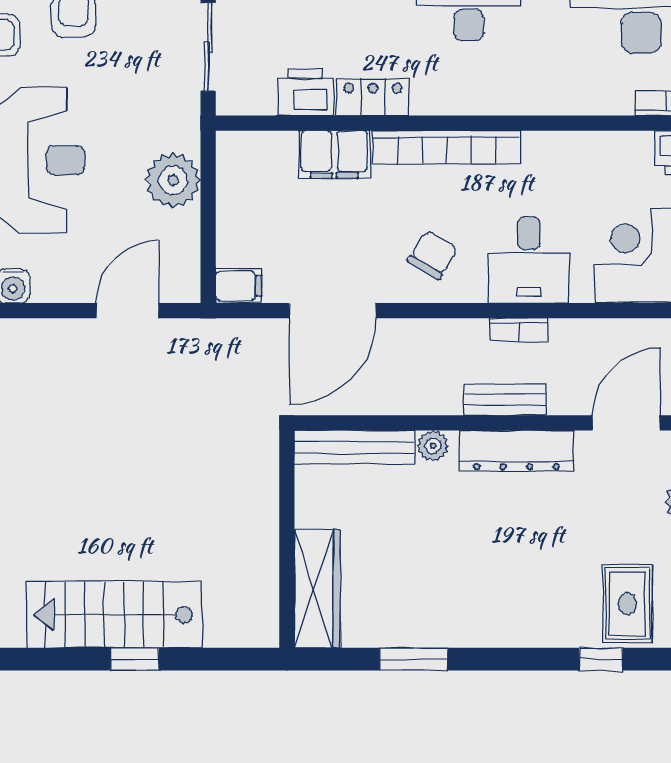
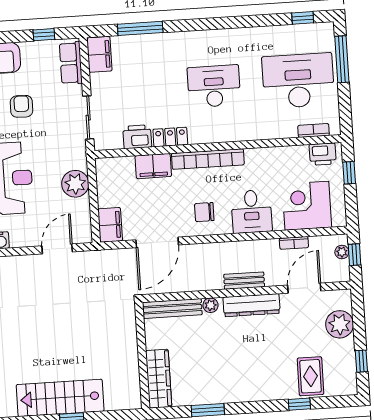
chair: (432, 255) -> (204, 212), turned -121
filing cabinet: (239, 286) -> (110, 225), width x2.00
bookcase: (519, 330) -> (294, 243), moved

